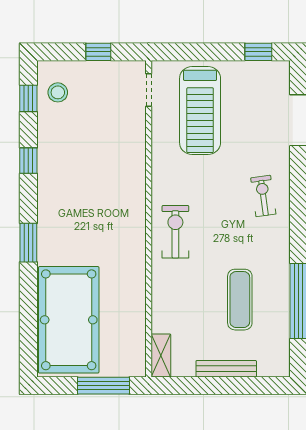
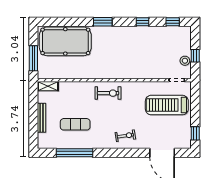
stool: (58, 92) -> (185, 61), moved

